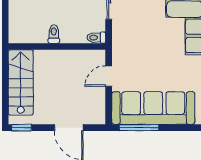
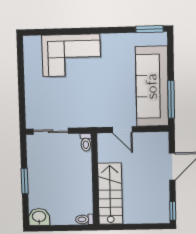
toilet: (54, 34) -> (84, 219), moved
stairs: (21, 82) -> (110, 194), moved, turned 90

